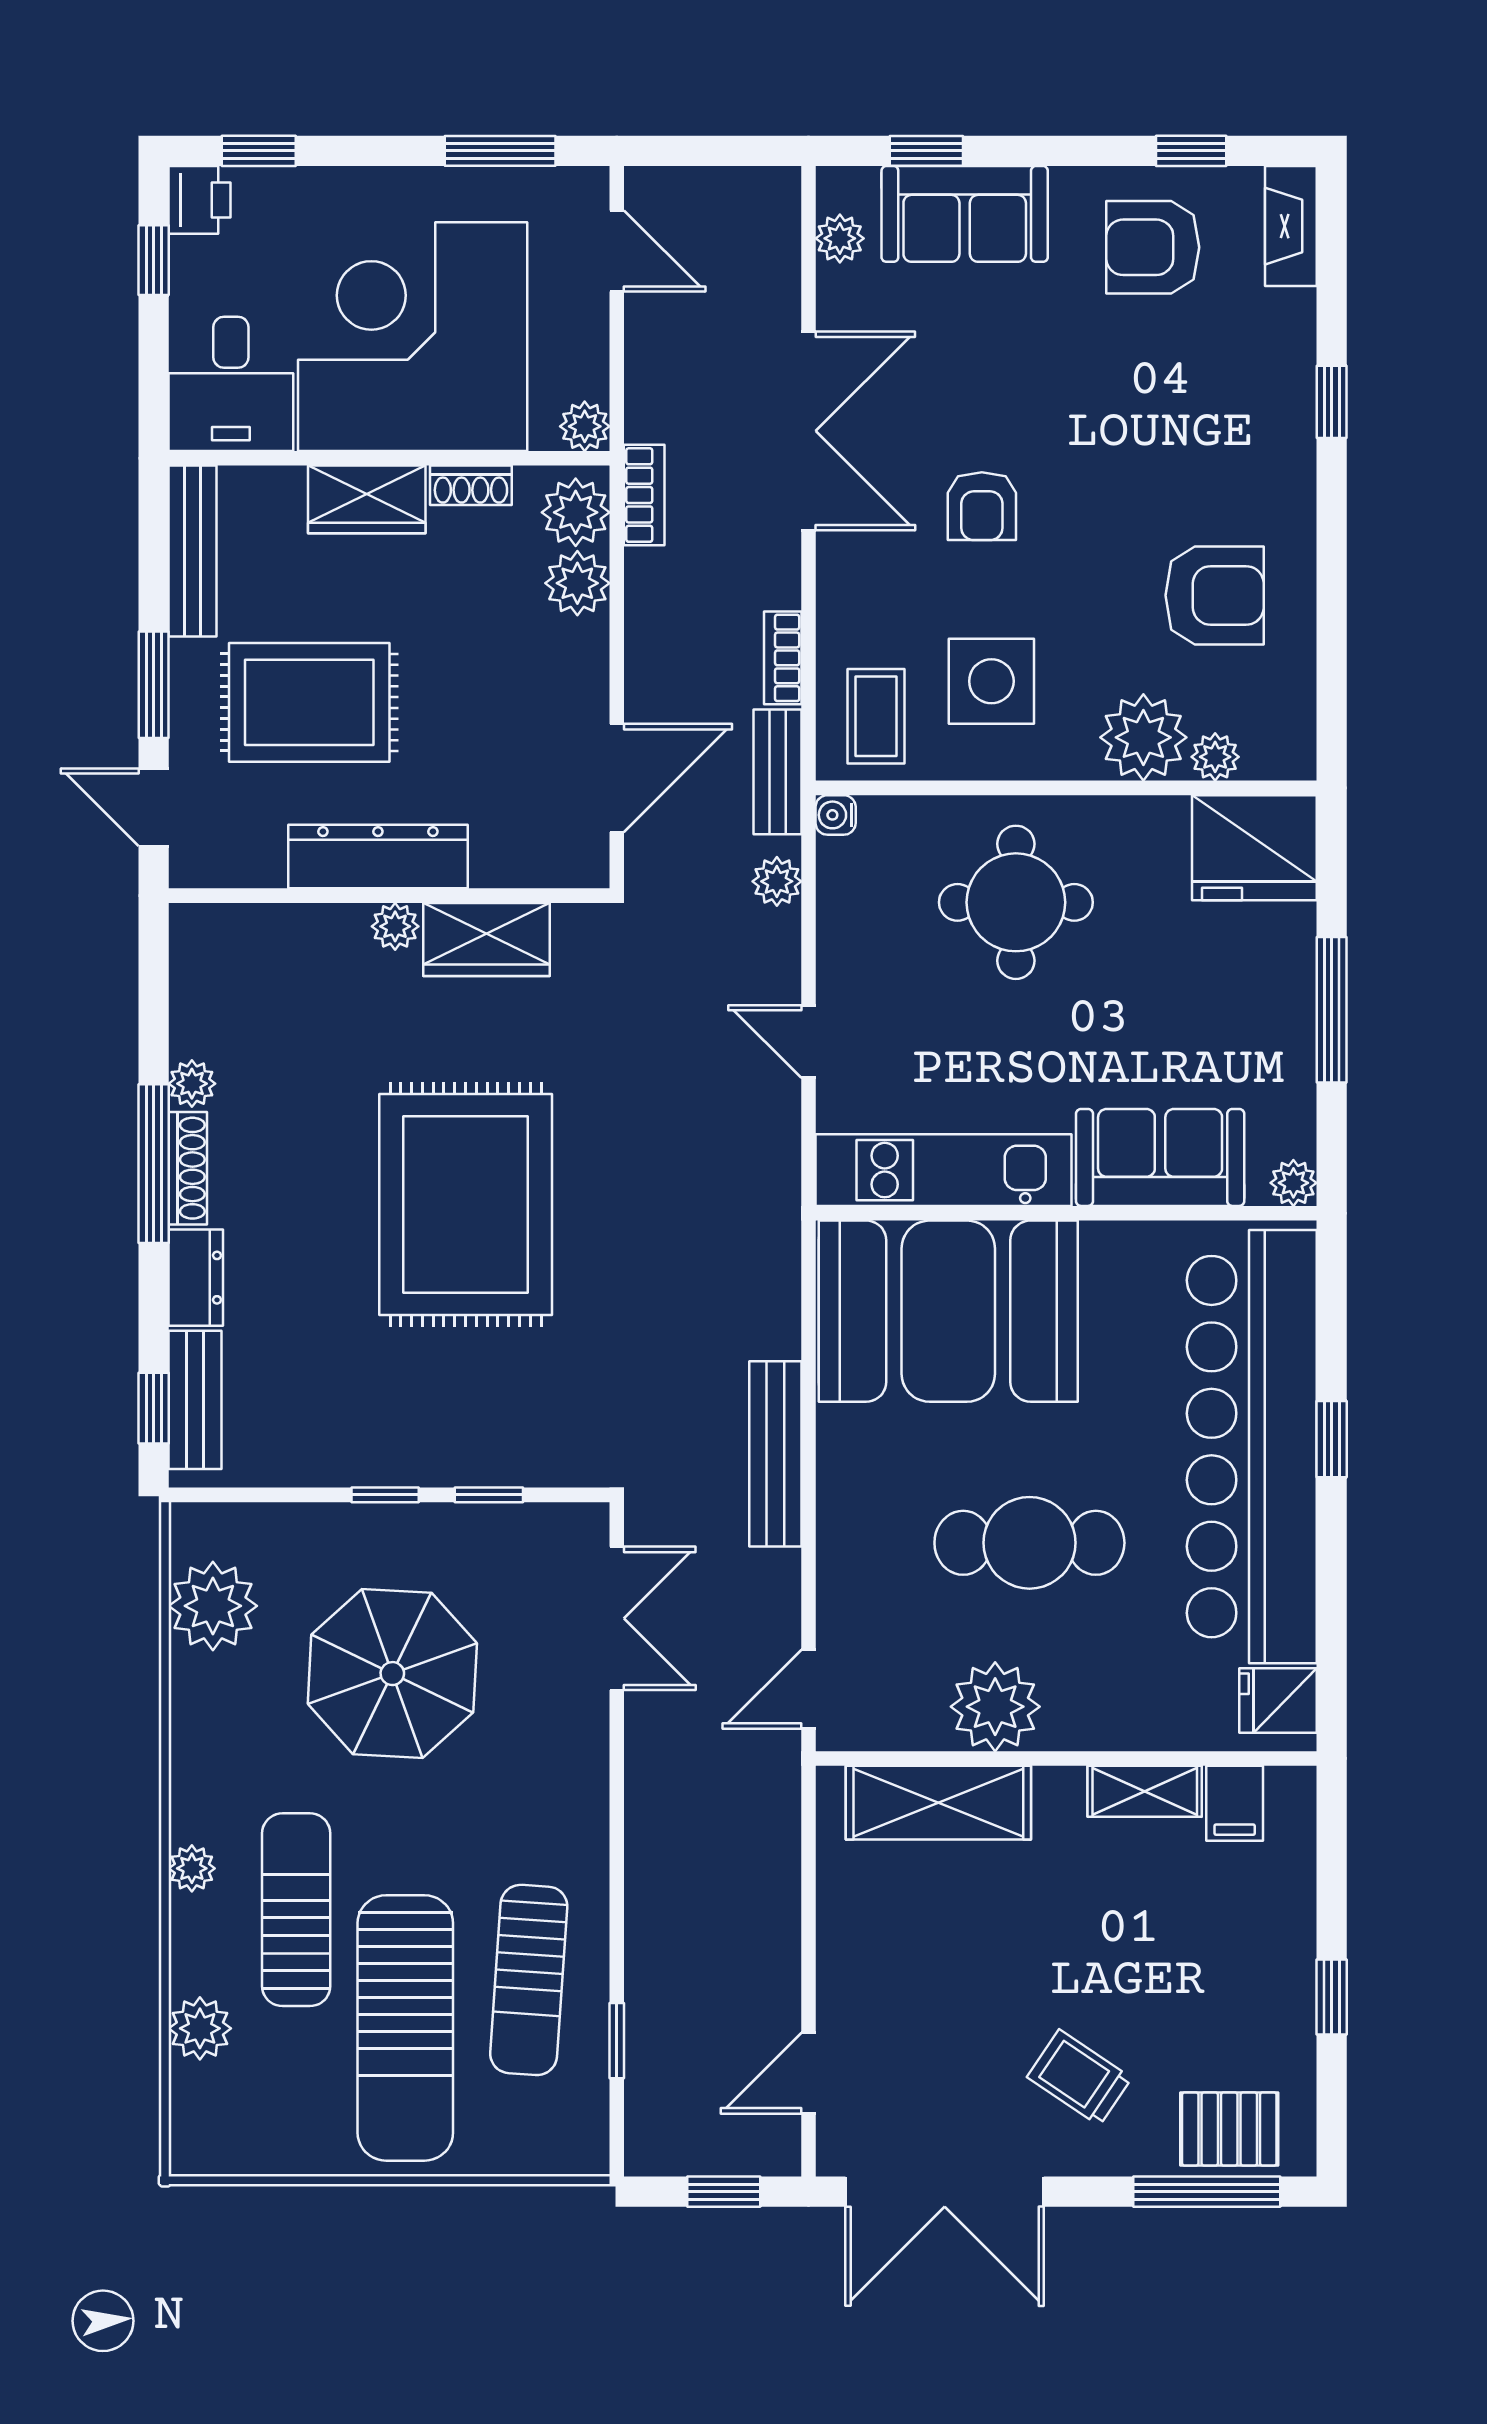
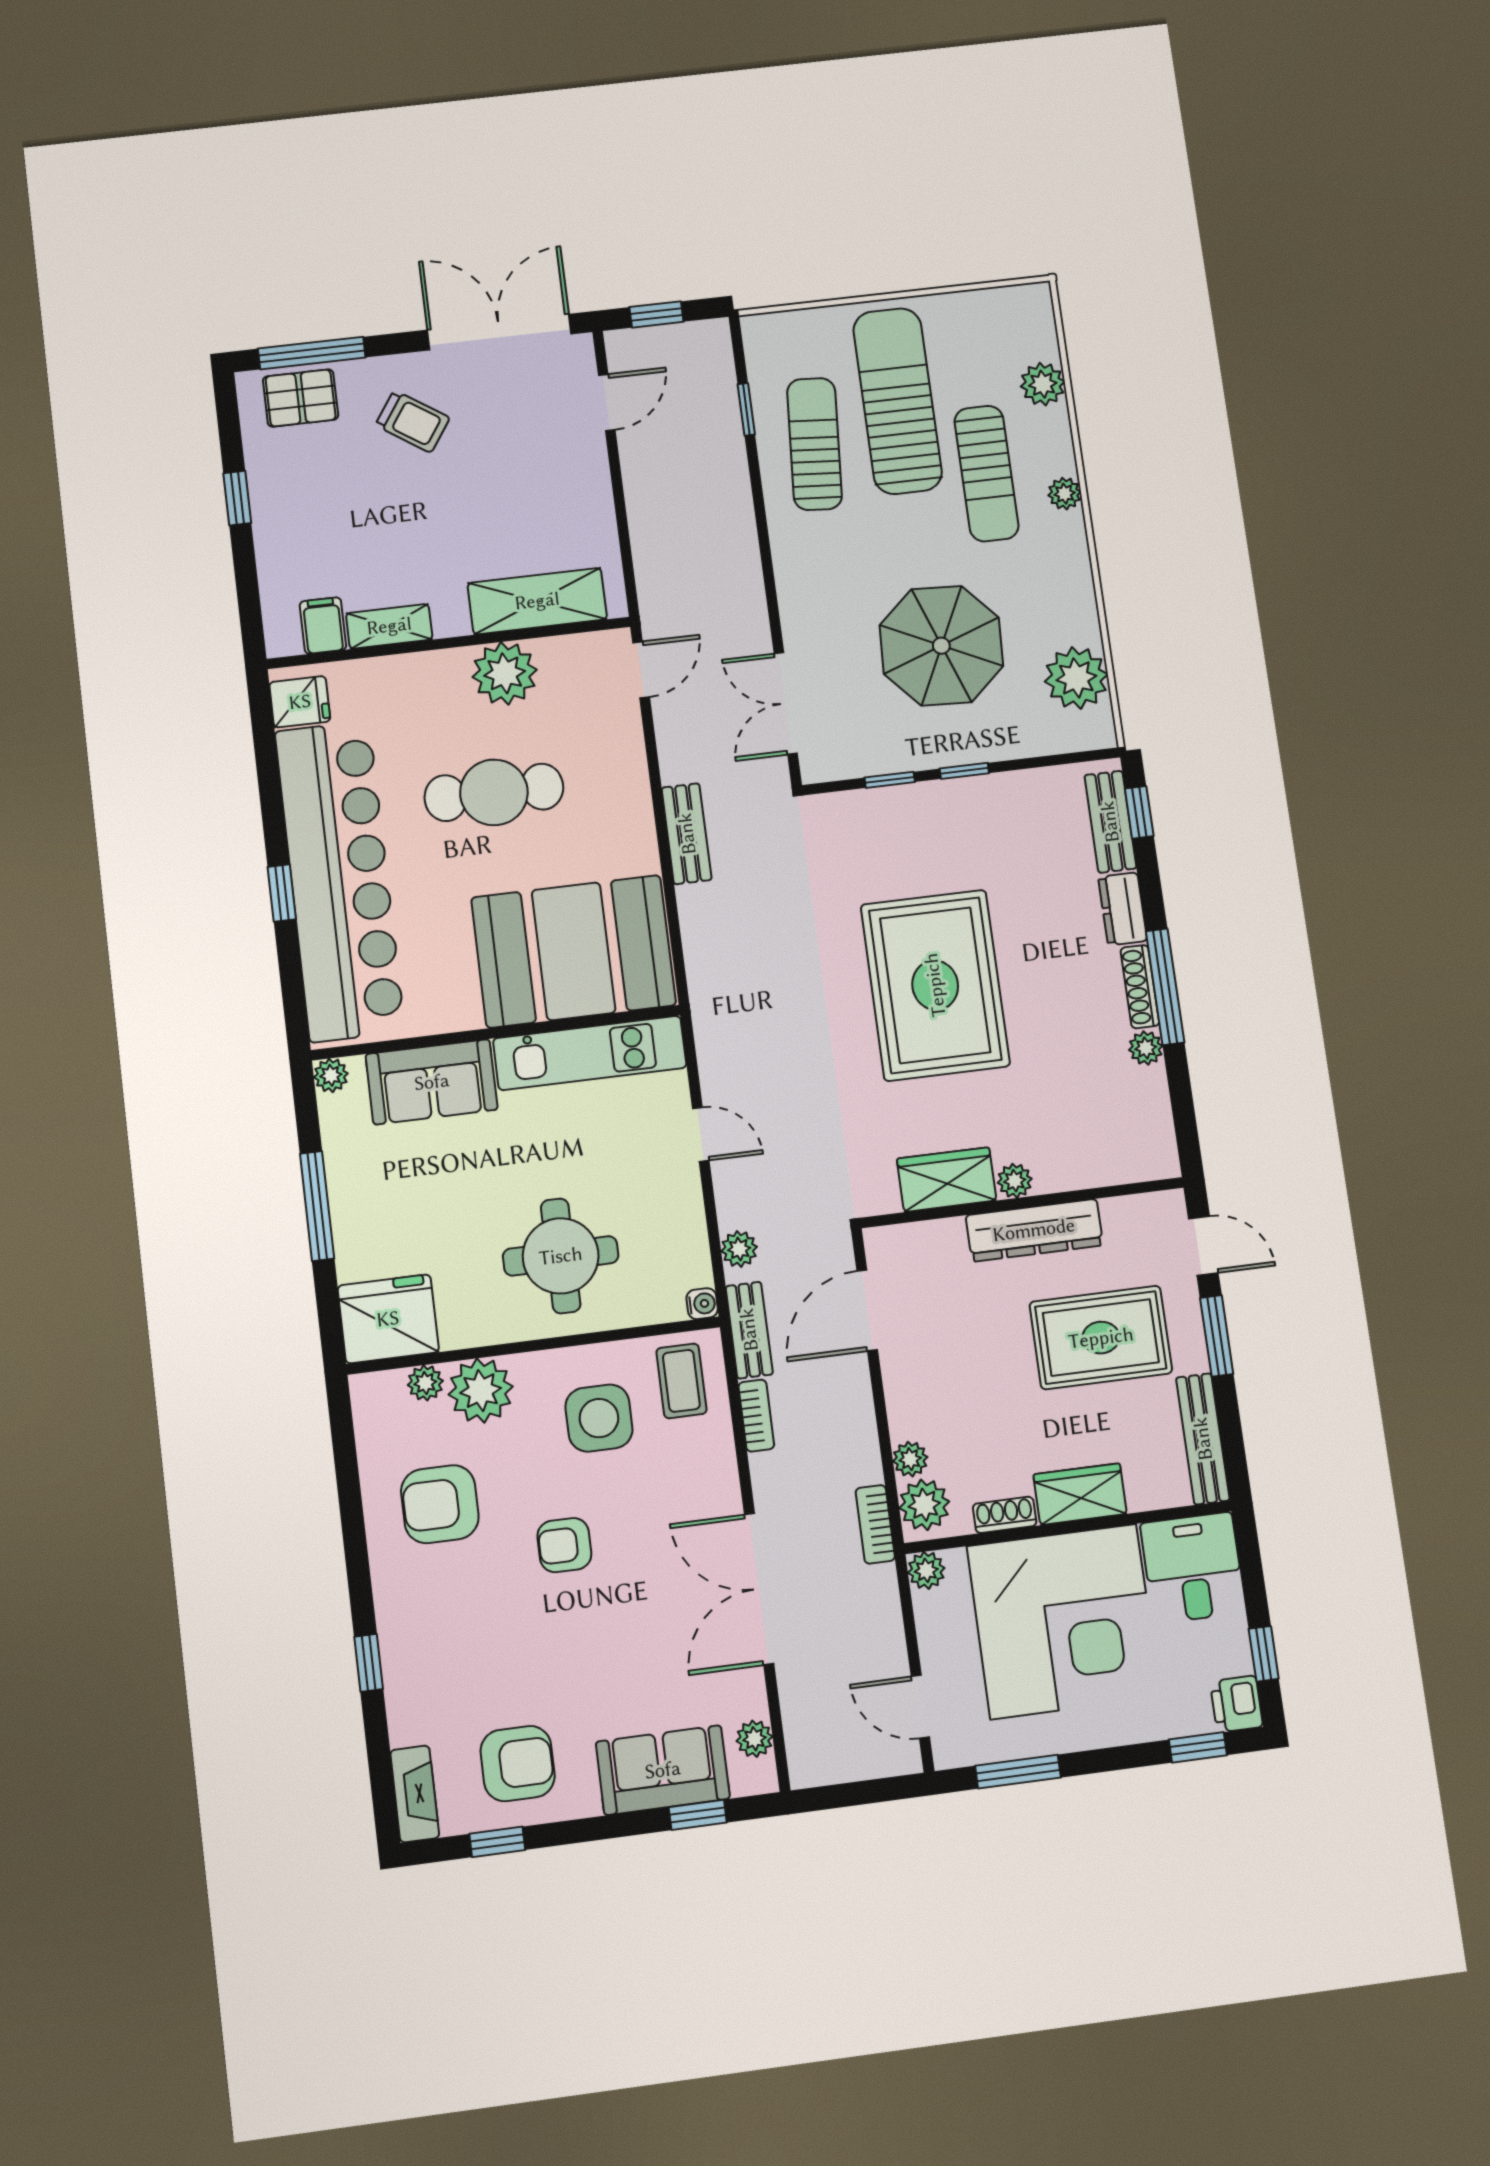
armchair: (982, 506) -> (564, 1545), moved, turned -90
plant: (577, 583) -> (910, 1459), width x0.73, depth x0.73
bench: (775, 1454) -> (687, 834), width x0.73

